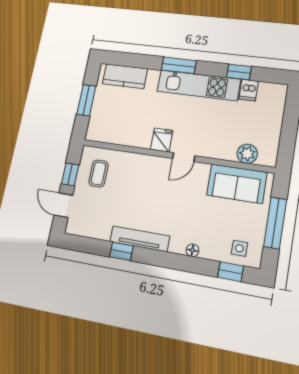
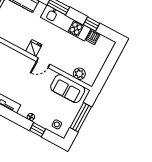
window: (231, 272) -> (38, 130), moved

